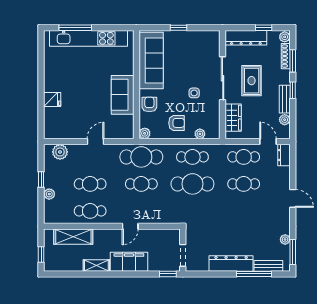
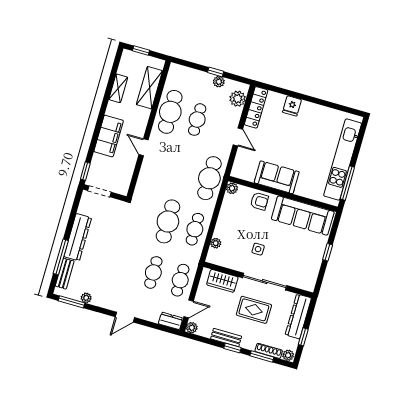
window: (75, 28) -> (347, 183), moved
plant: (285, 120) -> (192, 328), moved
armchair: (176, 123) -> (233, 223), removed
locker: (63, 132) -> (256, 107), added
cafe table: (141, 184) -> (183, 171), removed
plant: (49, 194) -> (219, 82), moved
cafe table: (90, 211) -> (170, 112), width x1.37, depth x1.35
shelving: (96, 265) -> (118, 88), moved

